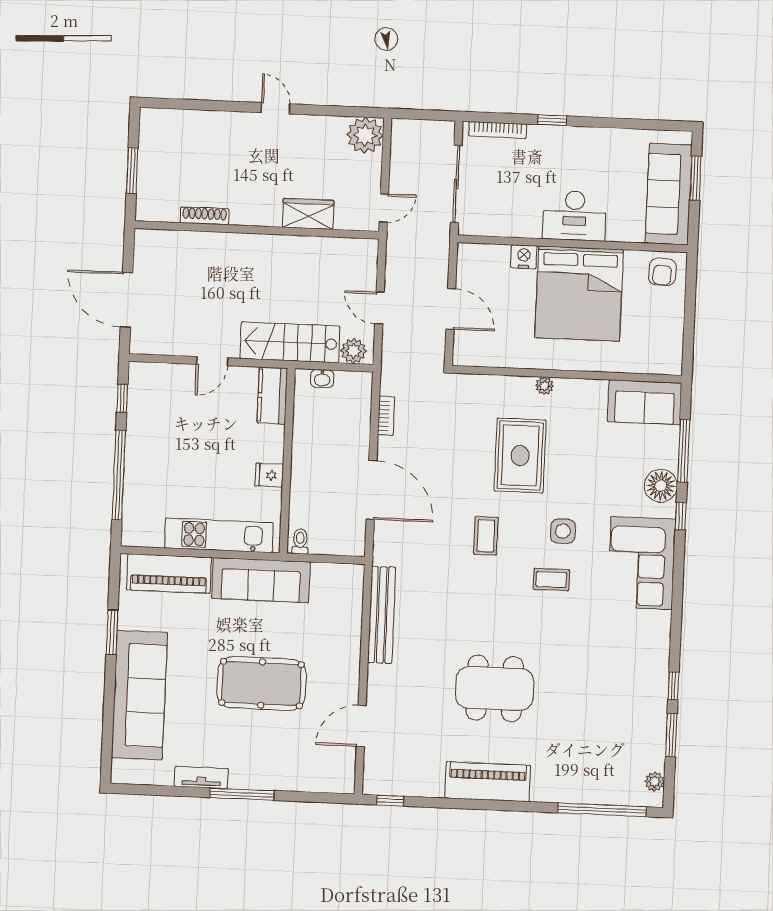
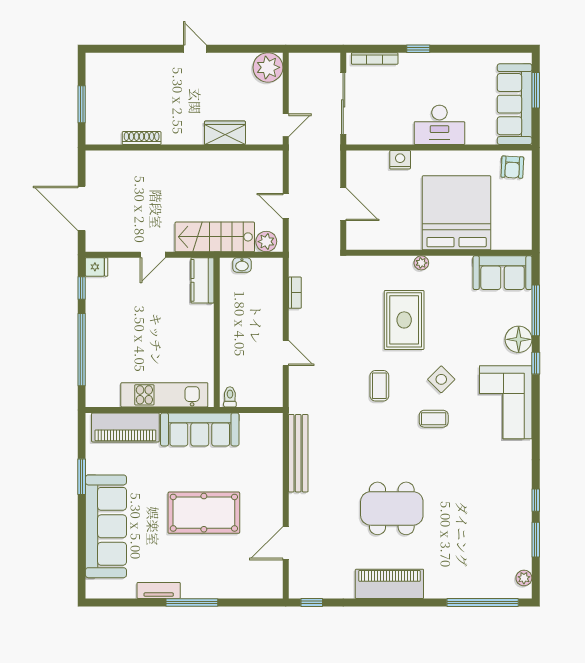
bed: (579, 294) -> (457, 213), moved, turned 180
fridge: (269, 475) -> (97, 267), moved, turned 180
door: (372, 490) -> (286, 353), width x0.53
side table: (563, 531) -> (441, 379), turned 45

